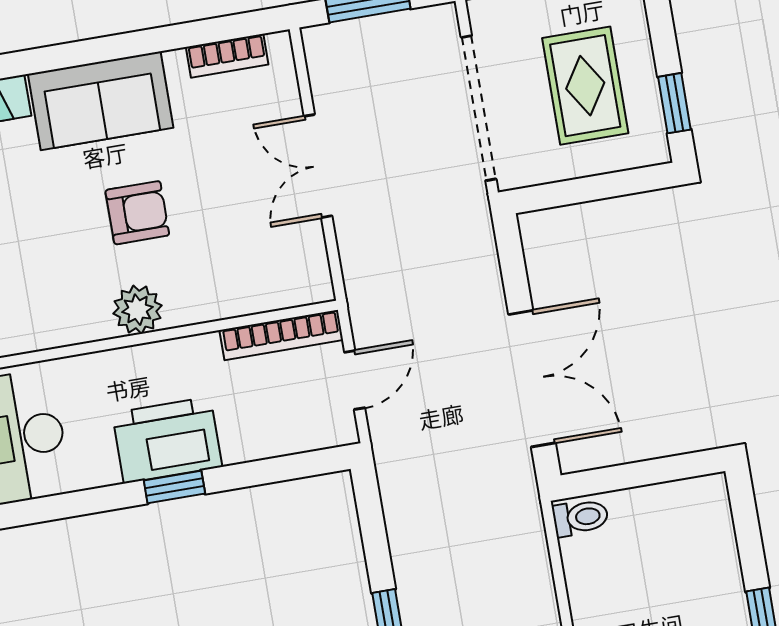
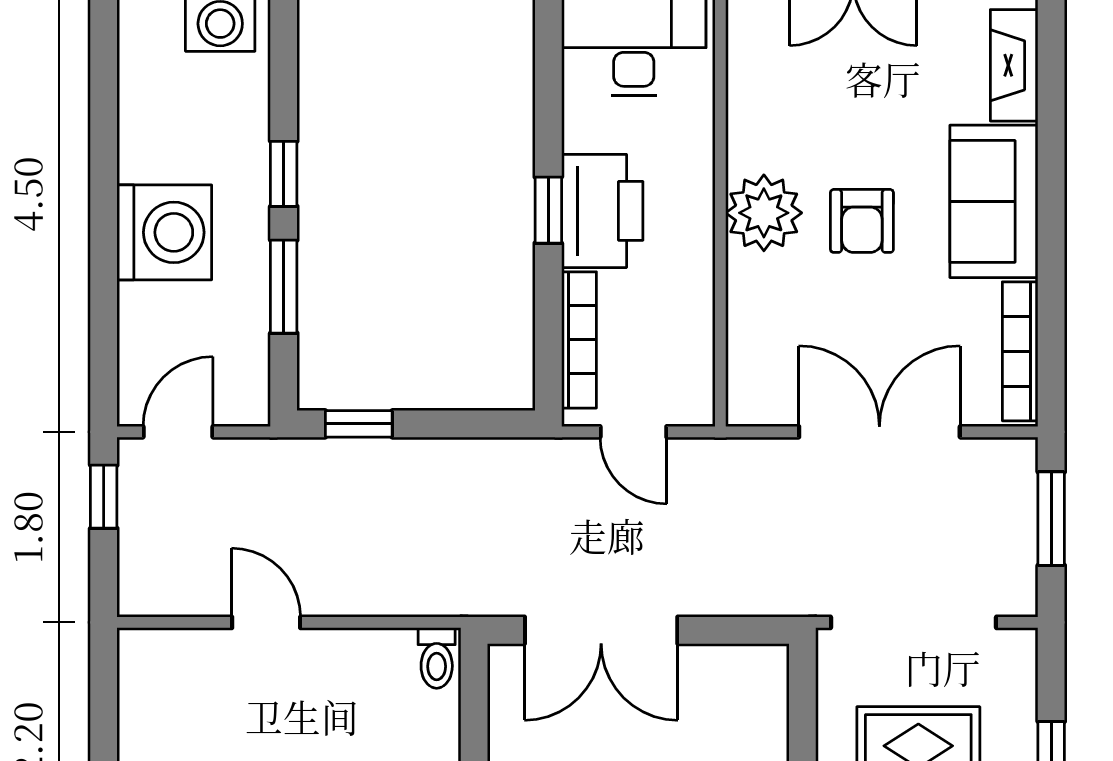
bookcase: (227, 56) -> (1020, 351), width x1.56
double door: (318, 166) -> (879, 432), width x1.37
plant: (137, 310) -> (764, 213), width x1.36, depth x1.36
bookcase: (281, 335) -> (579, 340), moved, turned 180

